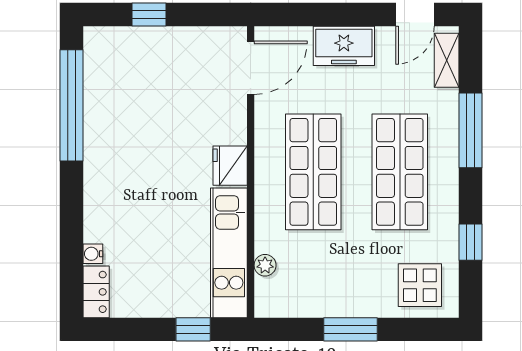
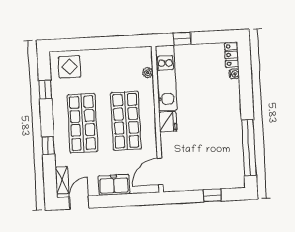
window: (471, 130) -> (48, 146), width x0.46
window: (351, 329) -> (103, 43), removed

